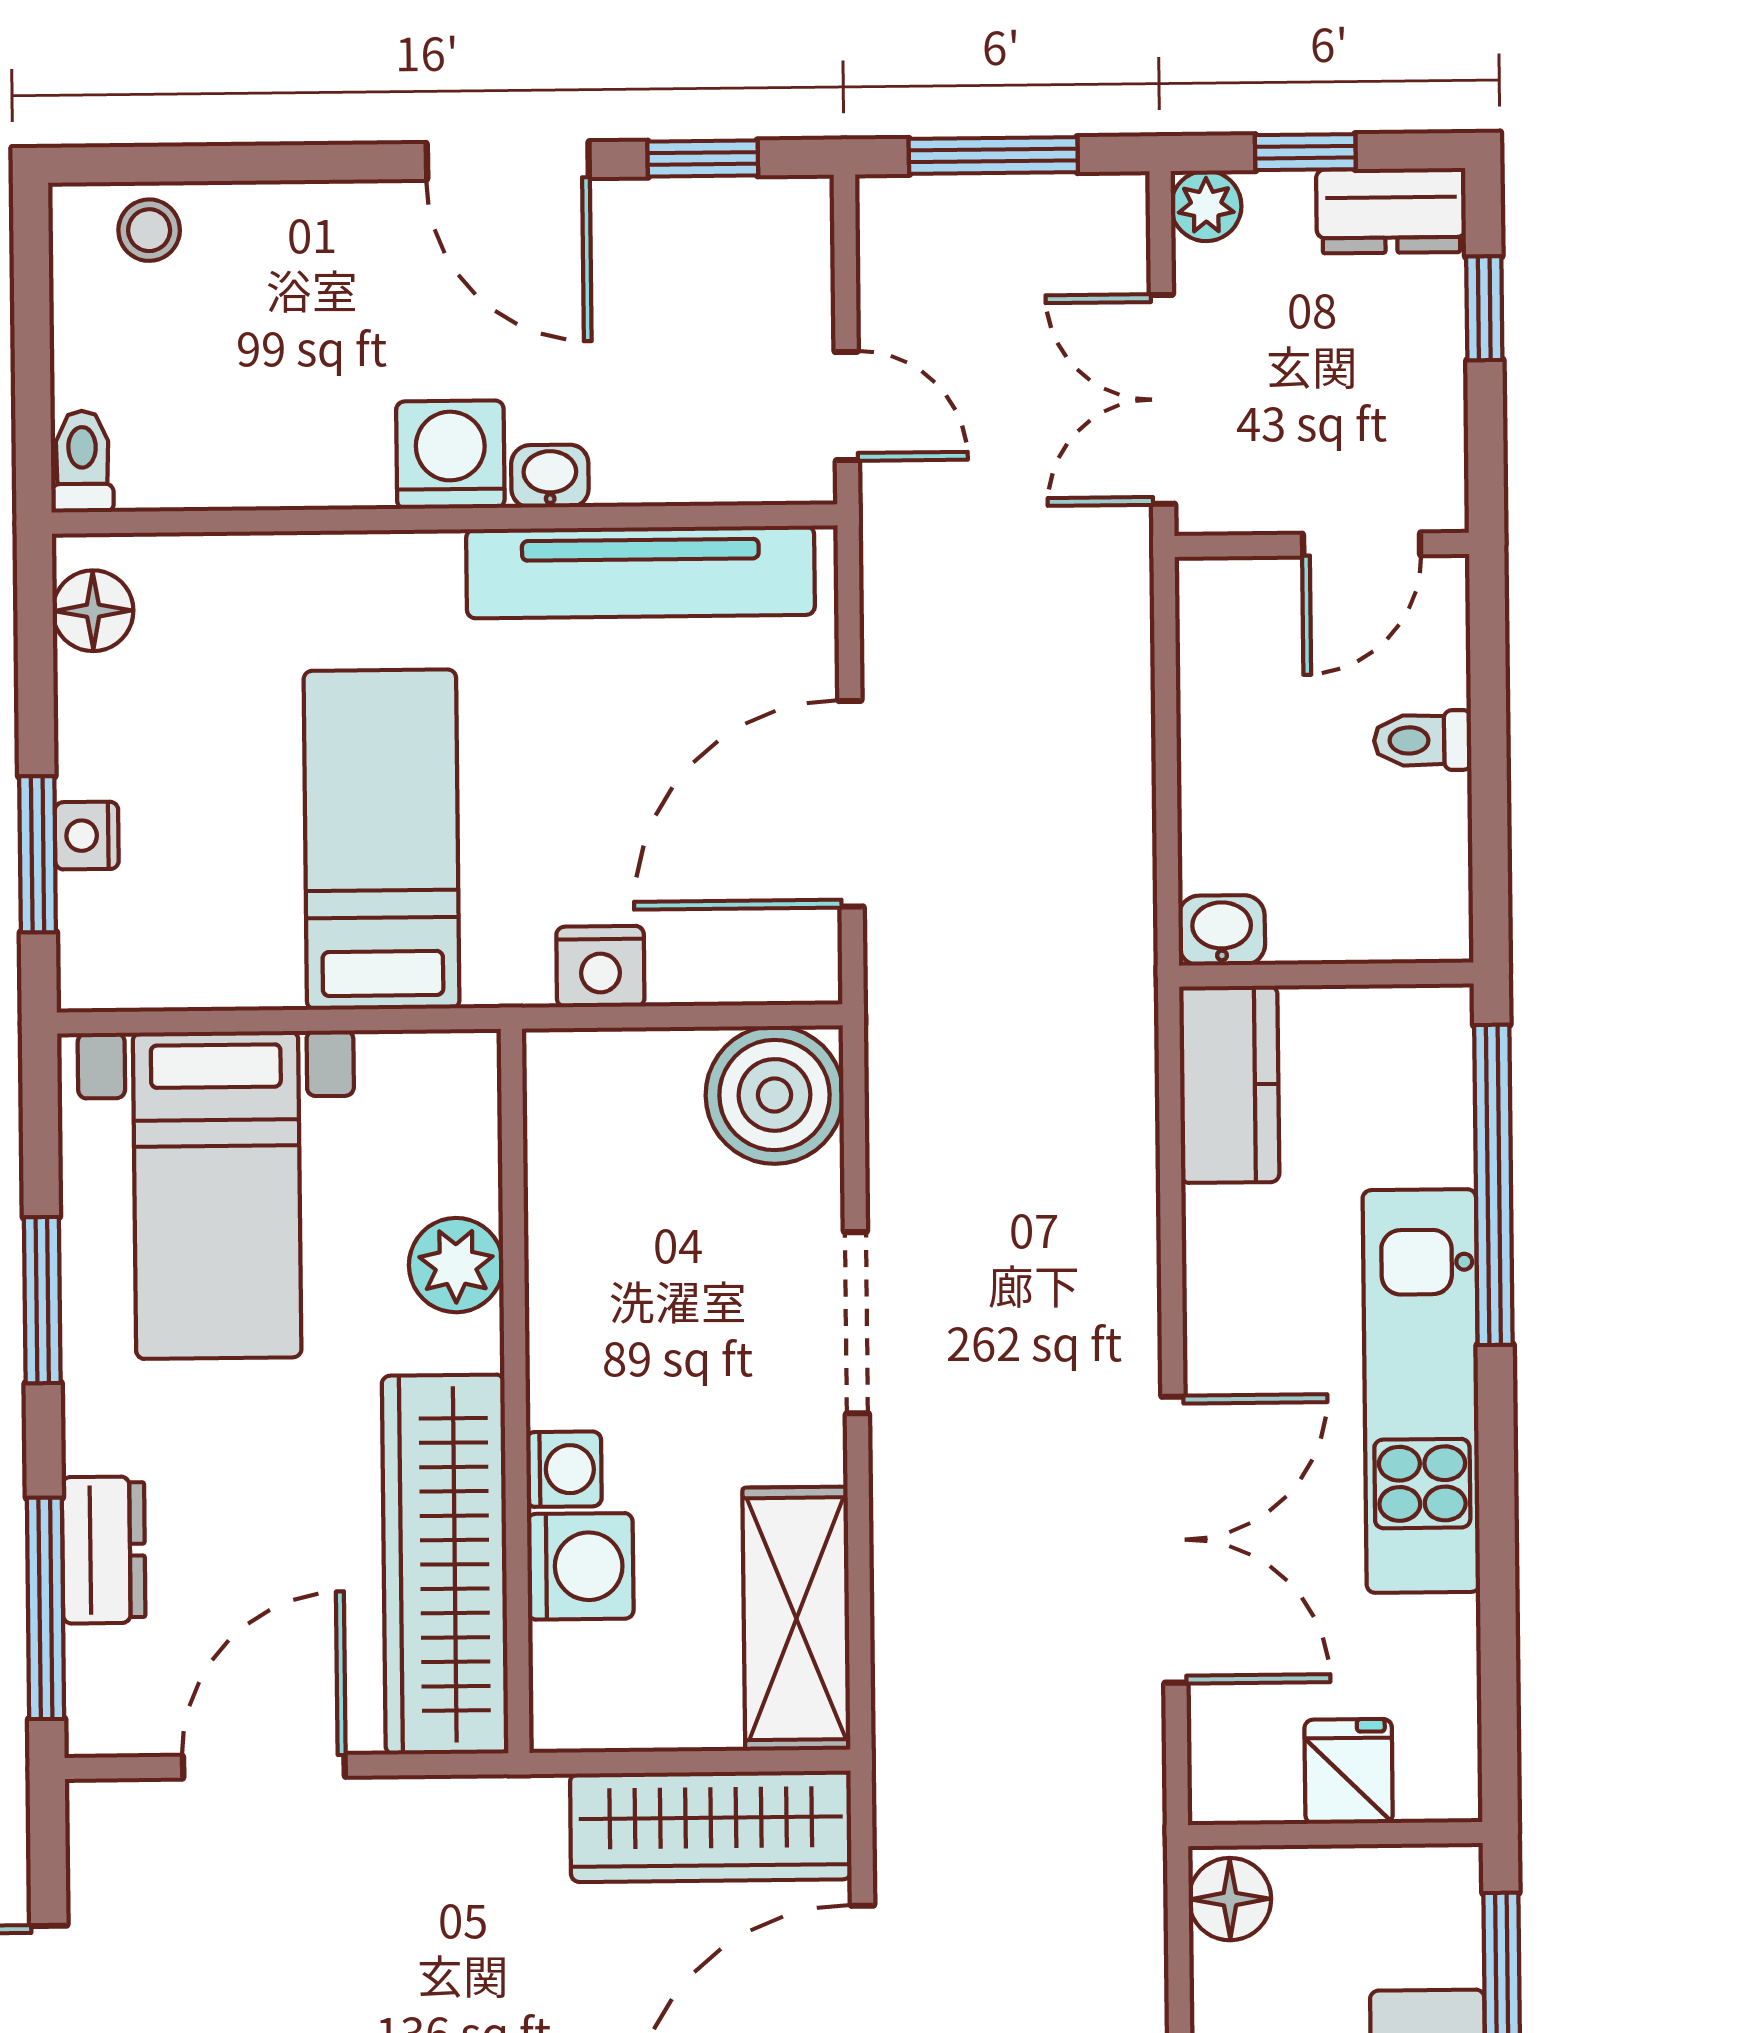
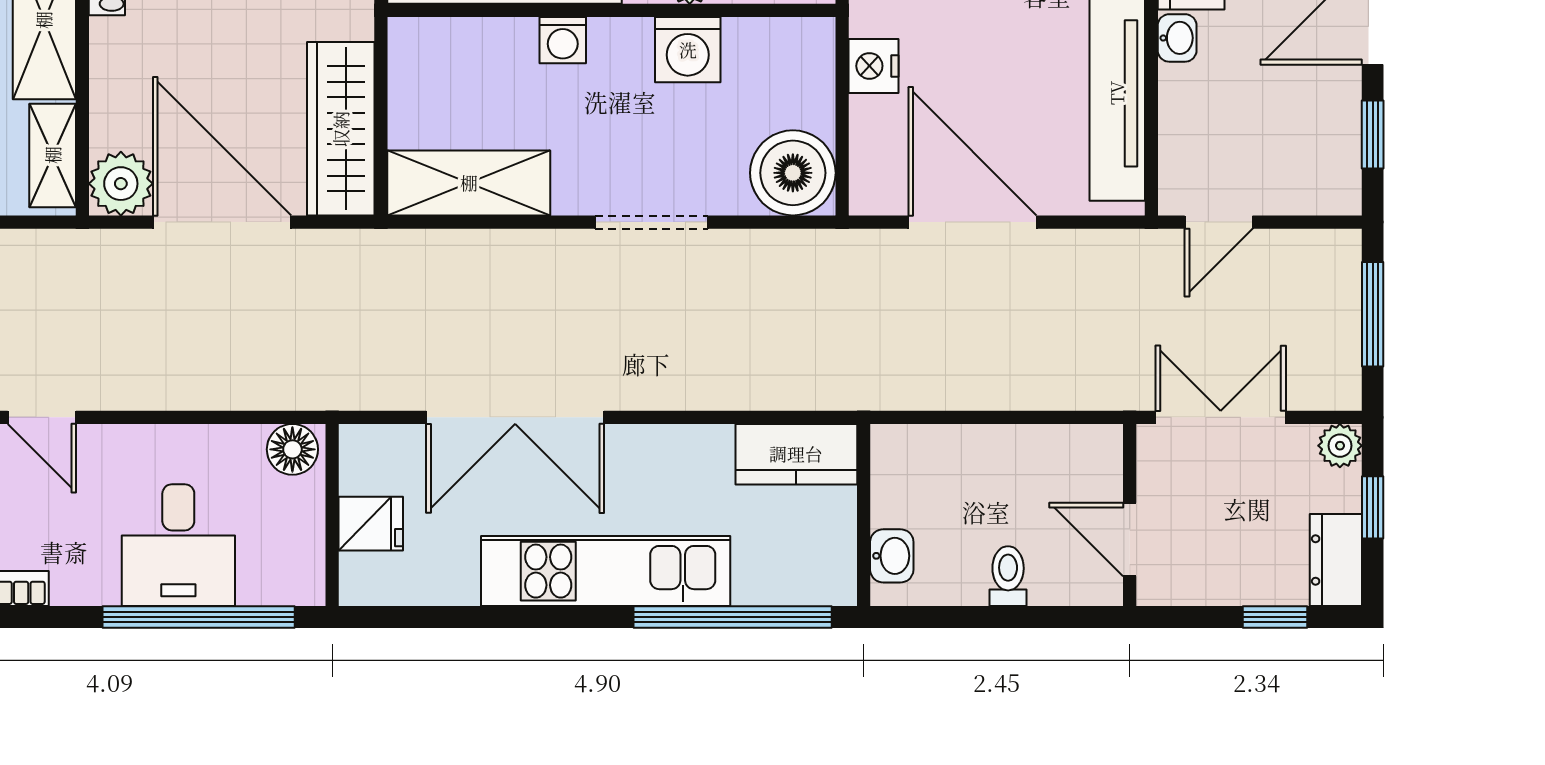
washbasin: (1222, 930) -> (892, 556), moved
washing machine: (580, 1566) -> (688, 50), moved

